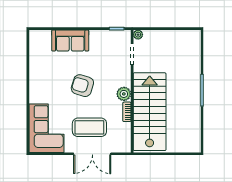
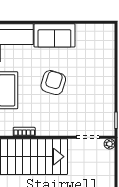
sofa: (70, 41) -> (54, 35), moved, turned -90
plant: (124, 94) -> (44, 128), removed

